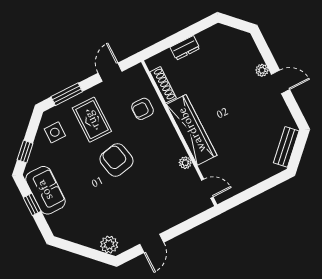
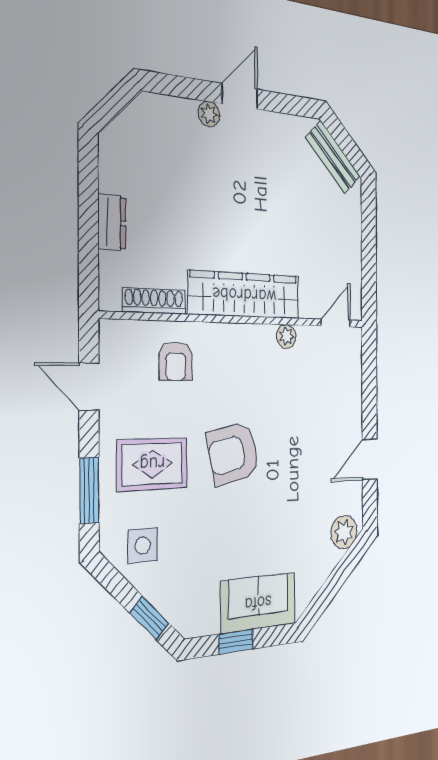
sofa: (45, 190) -> (258, 603), moved
door: (152, 243) -> (370, 459), swing flipped

